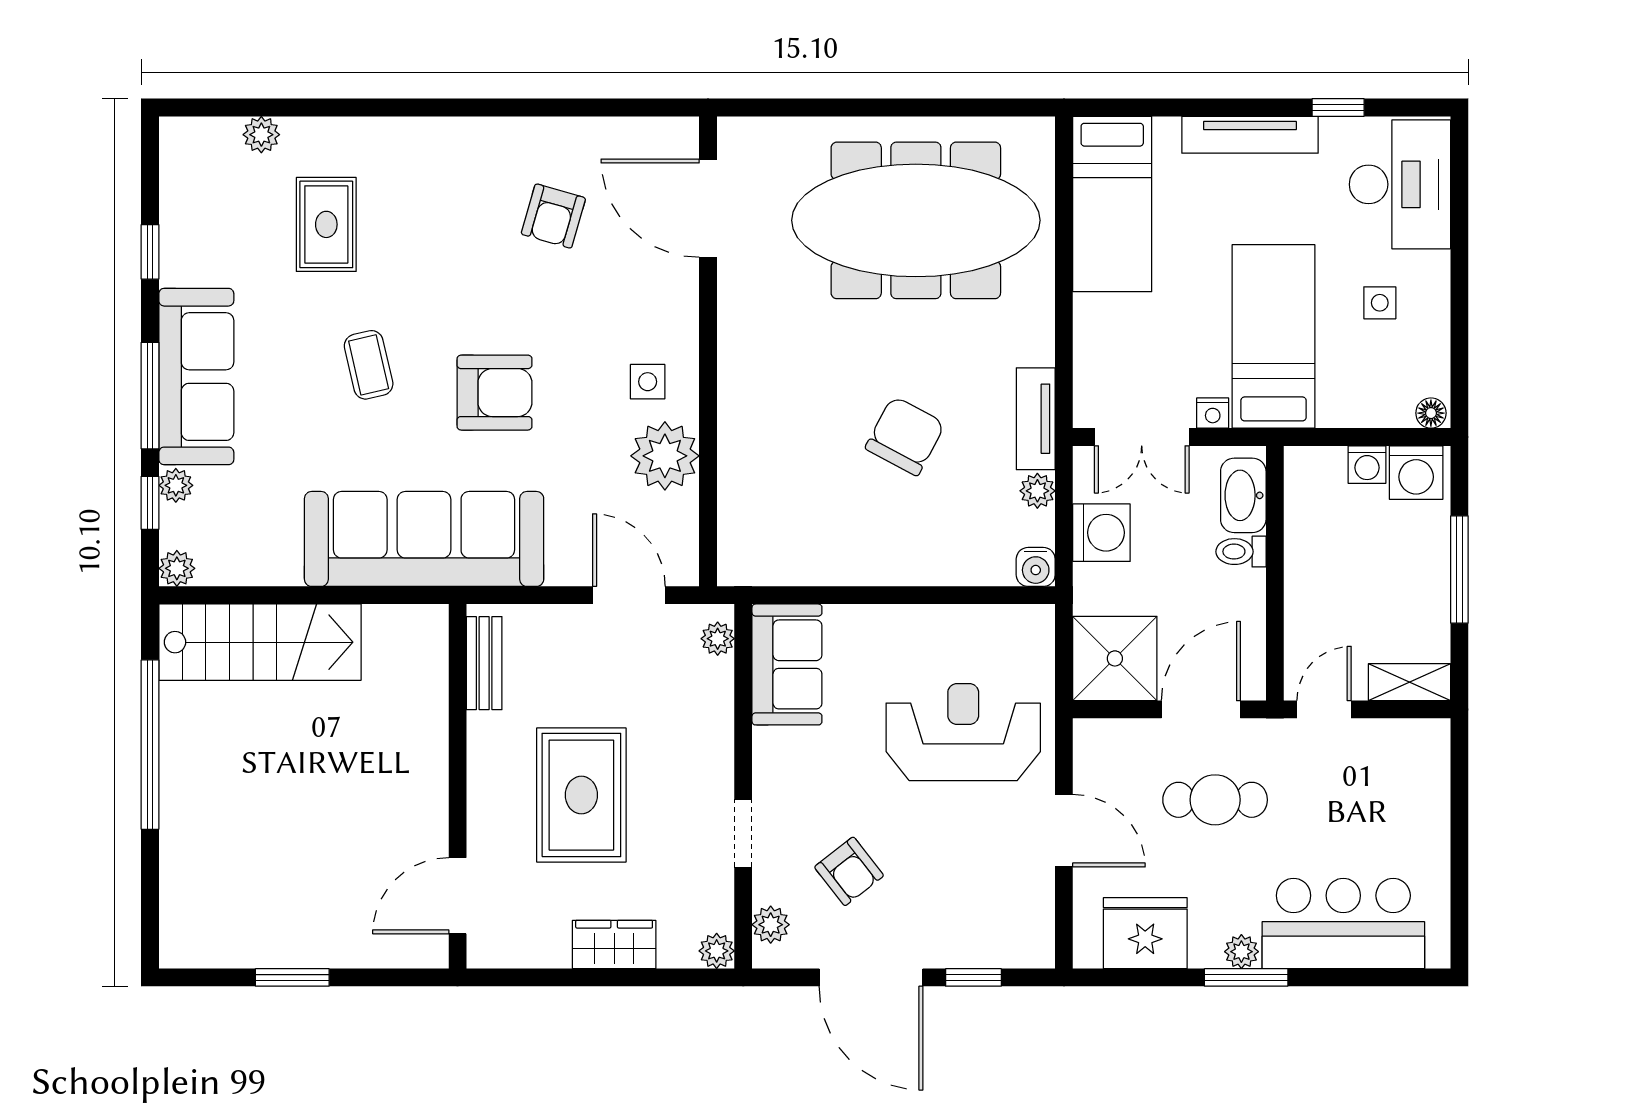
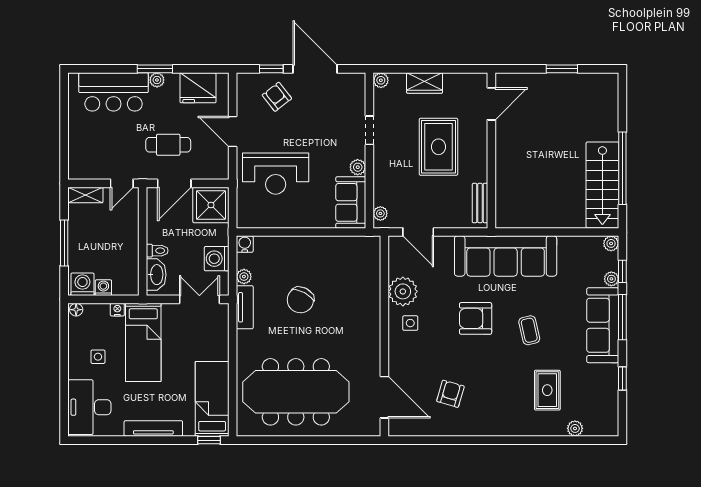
window: (1338, 107) -> (209, 440), moved
nightstand: (1213, 413) -> (117, 310), moved
stairs: (260, 642) -> (602, 185), moved, turned -90
armchair: (849, 871) -> (277, 97), moved
plant: (771, 925) -> (358, 167), moved

